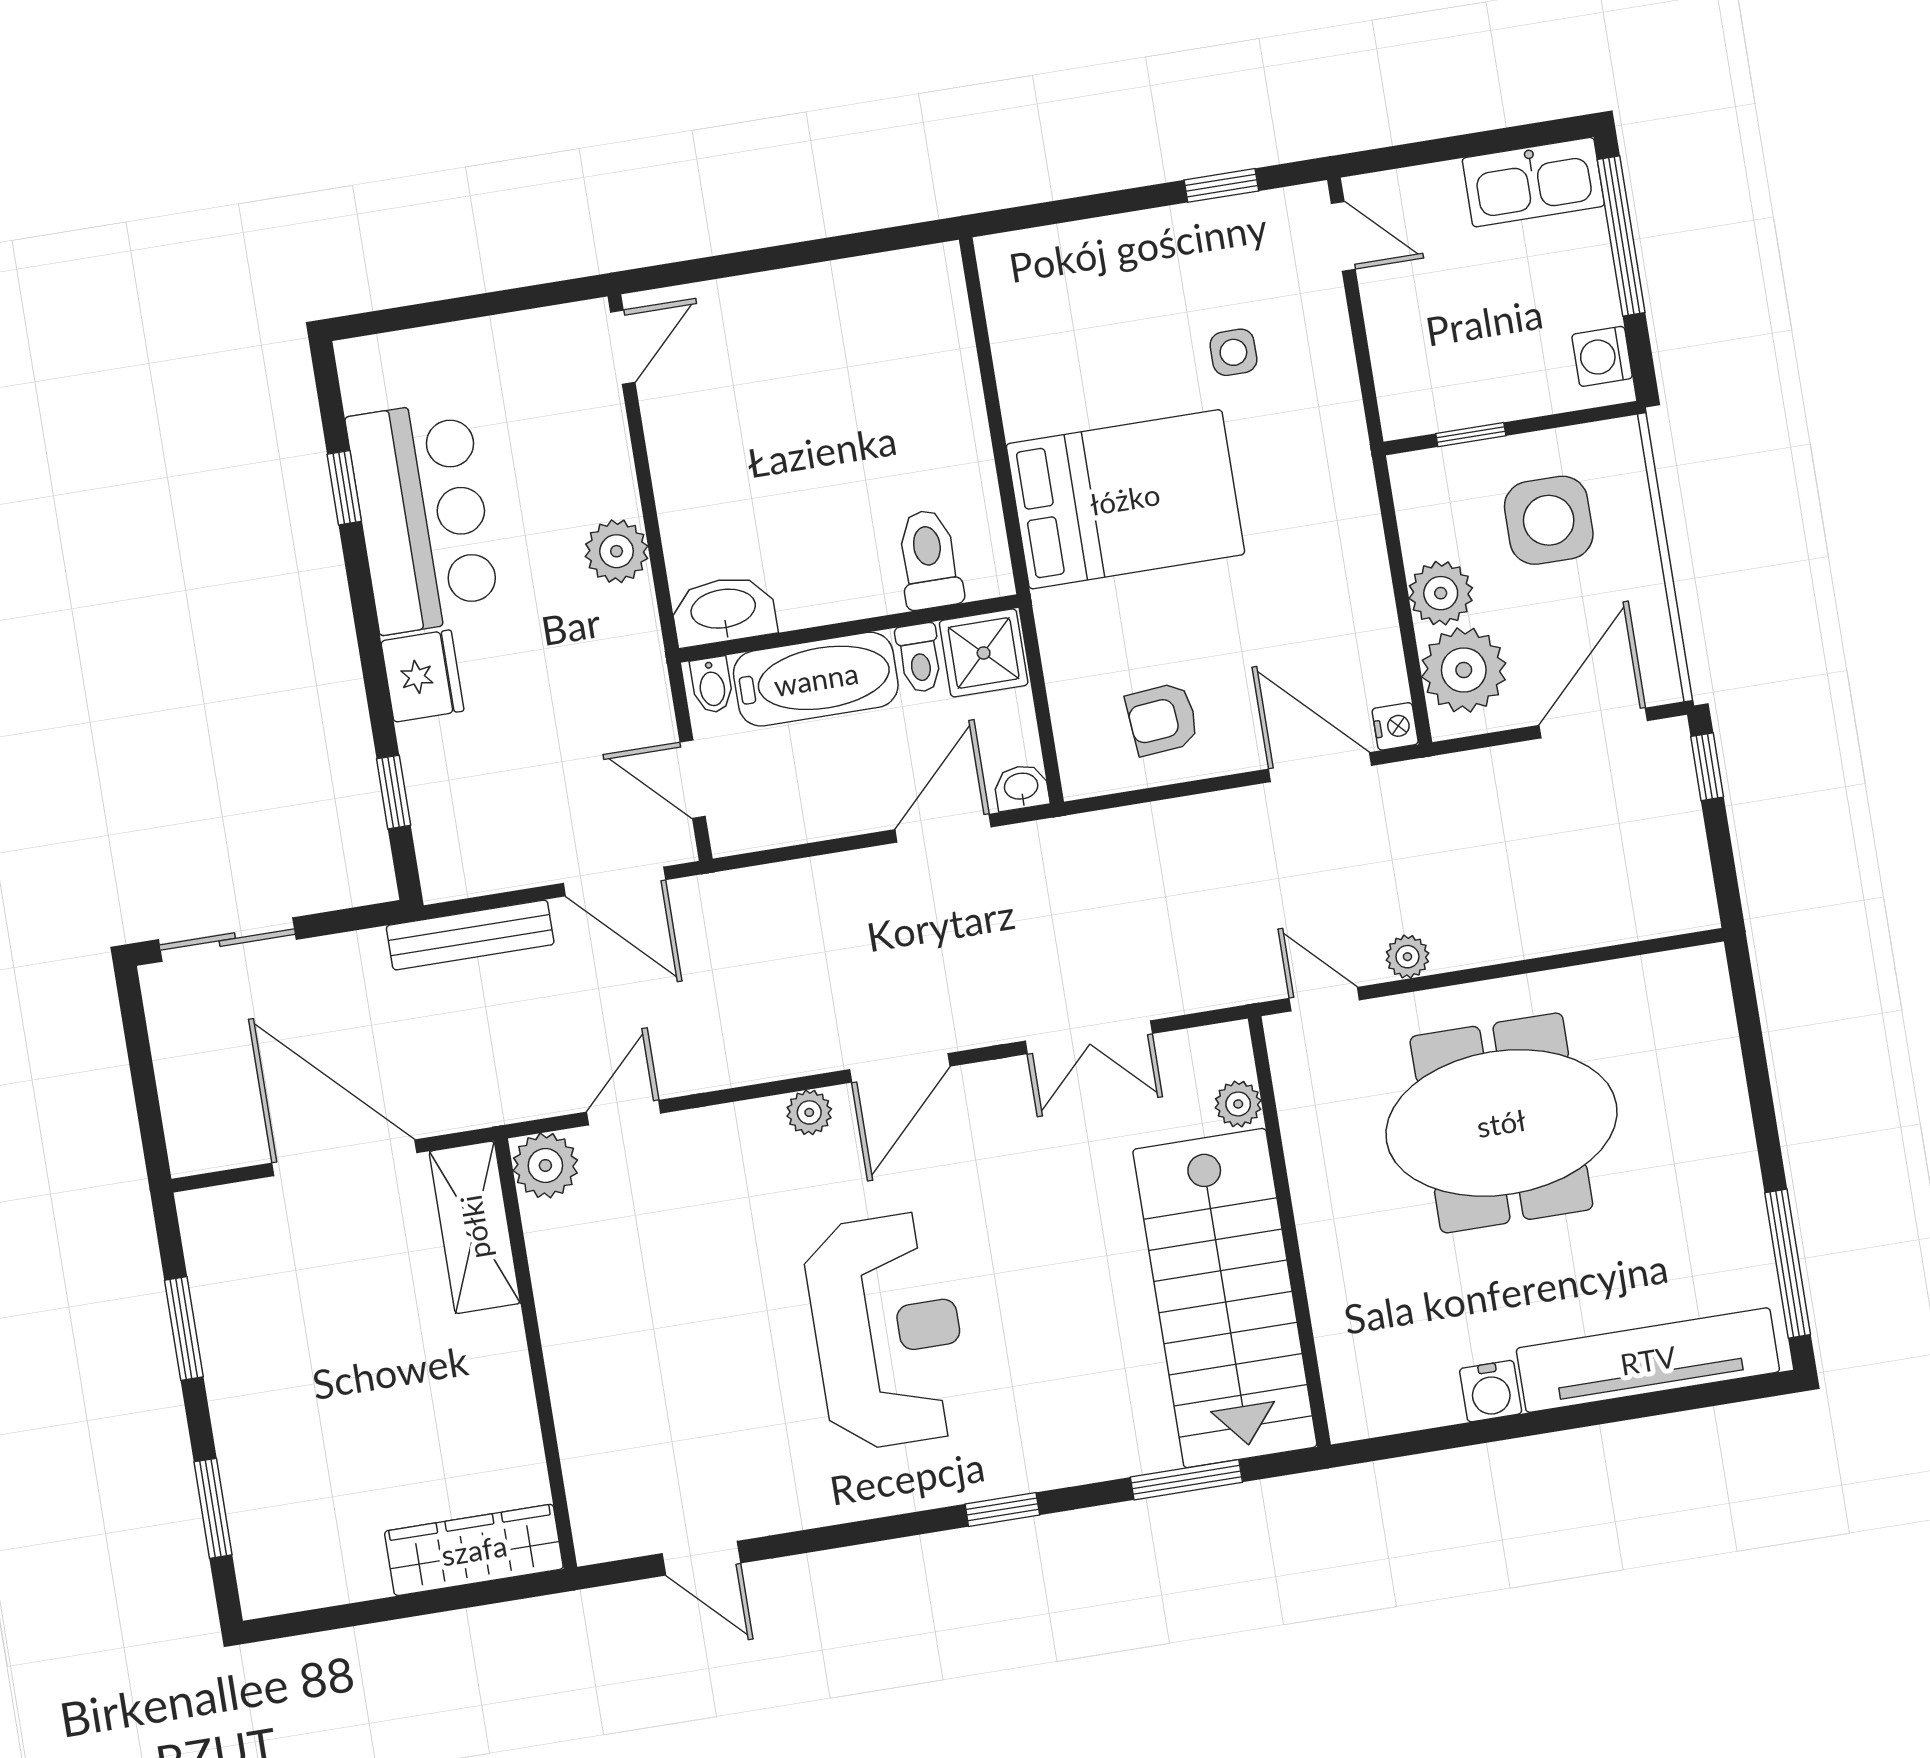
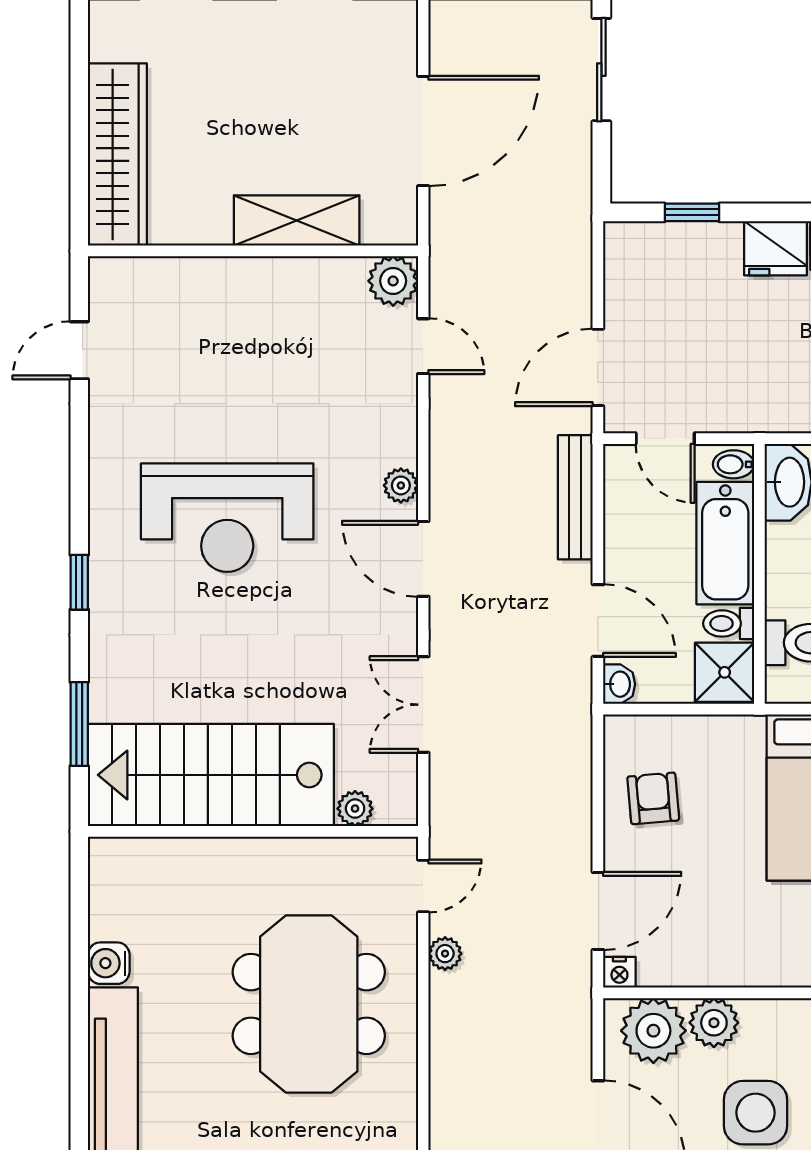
door: (693, 779) -> (665, 439), swing flipped
bench: (470, 935) -> (575, 497), moved
shelving: (475, 1227) -> (297, 220), moved
wardrobe: (474, 1550) -> (117, 155), width x1.40, depth x1.17

